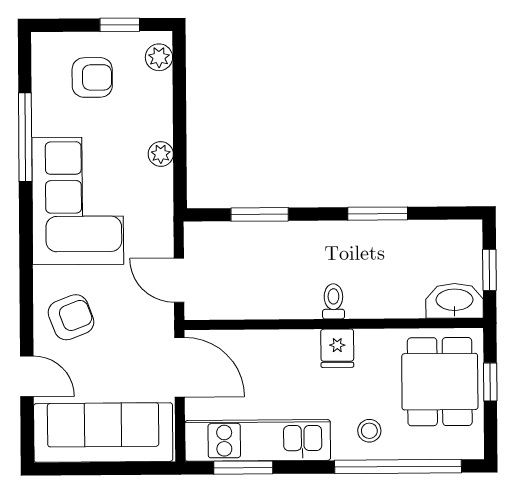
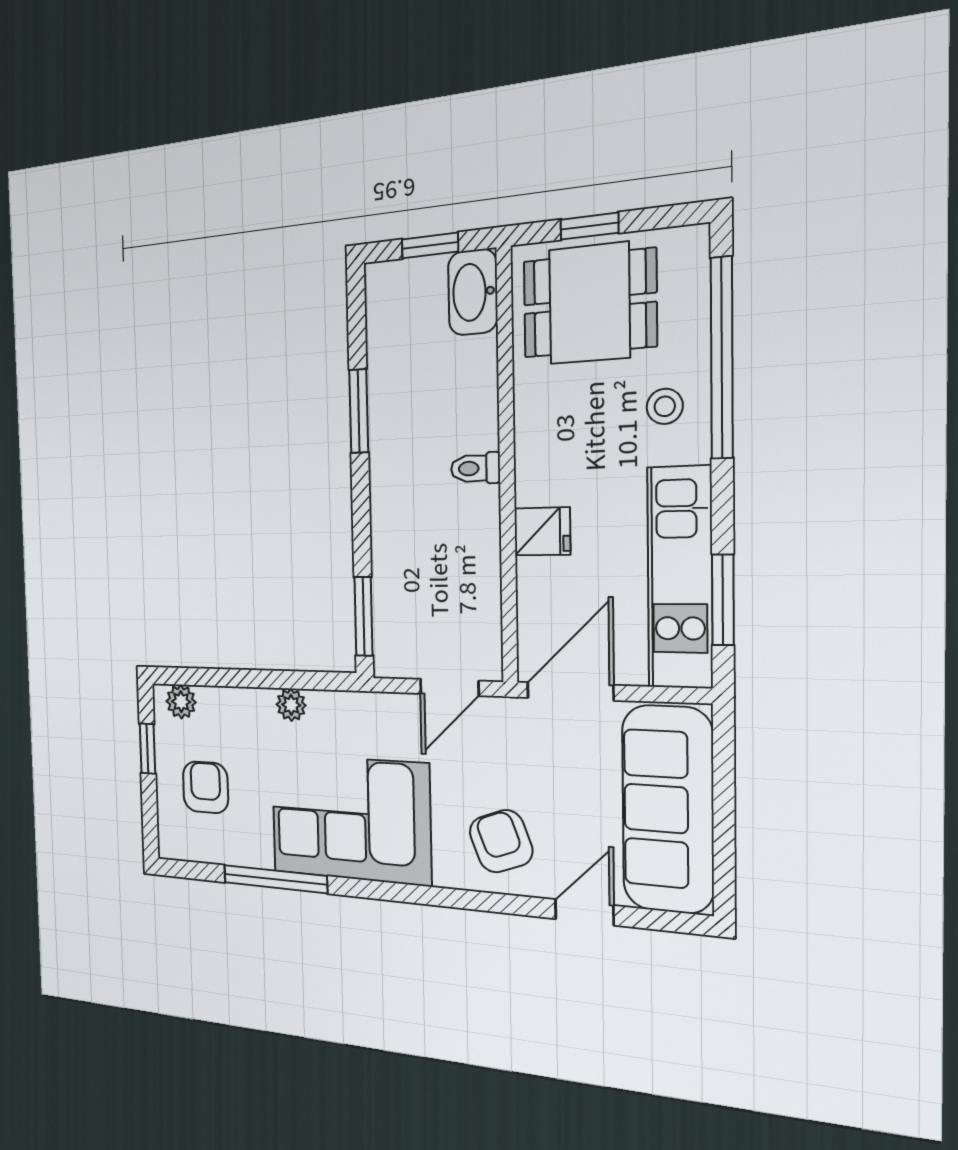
window: (260, 214) -> (364, 616), moved
fridge: (337, 348) -> (542, 531), moved

